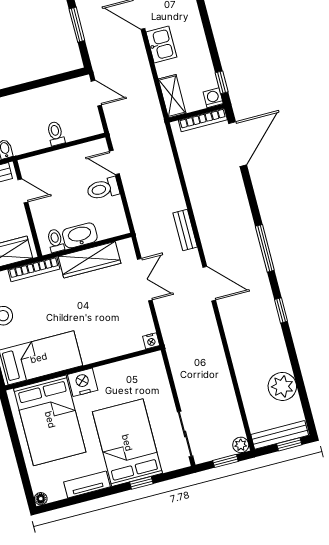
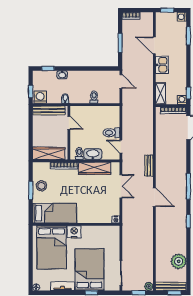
door: (114, 162) -> (121, 147), moved

